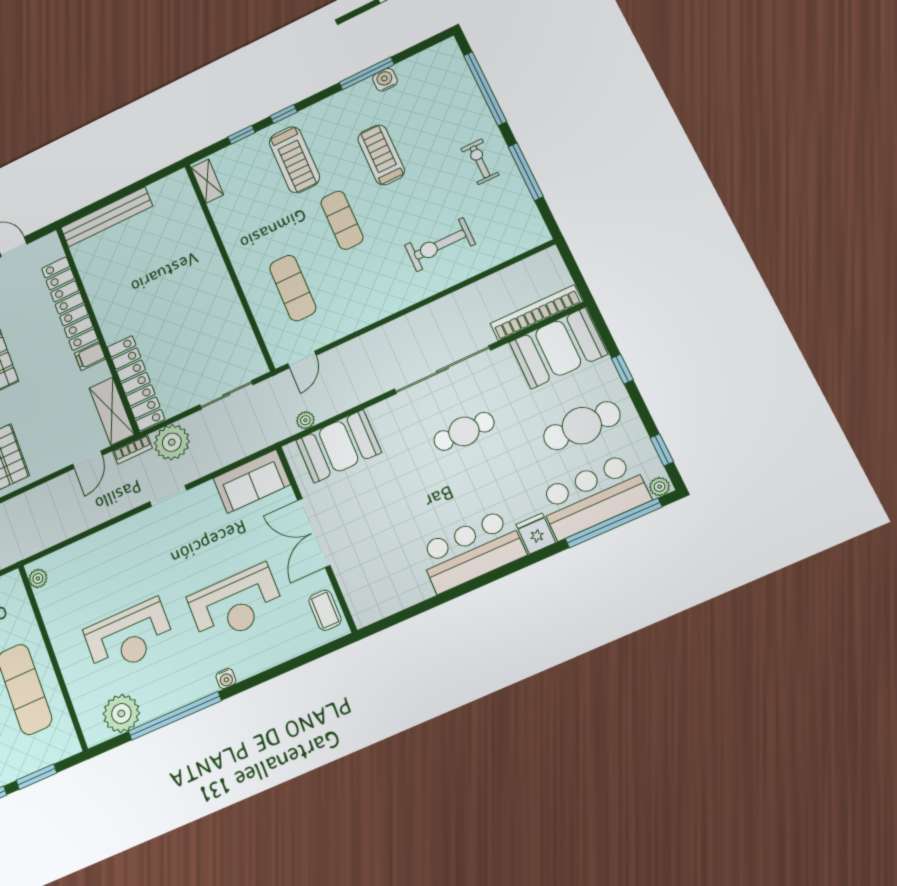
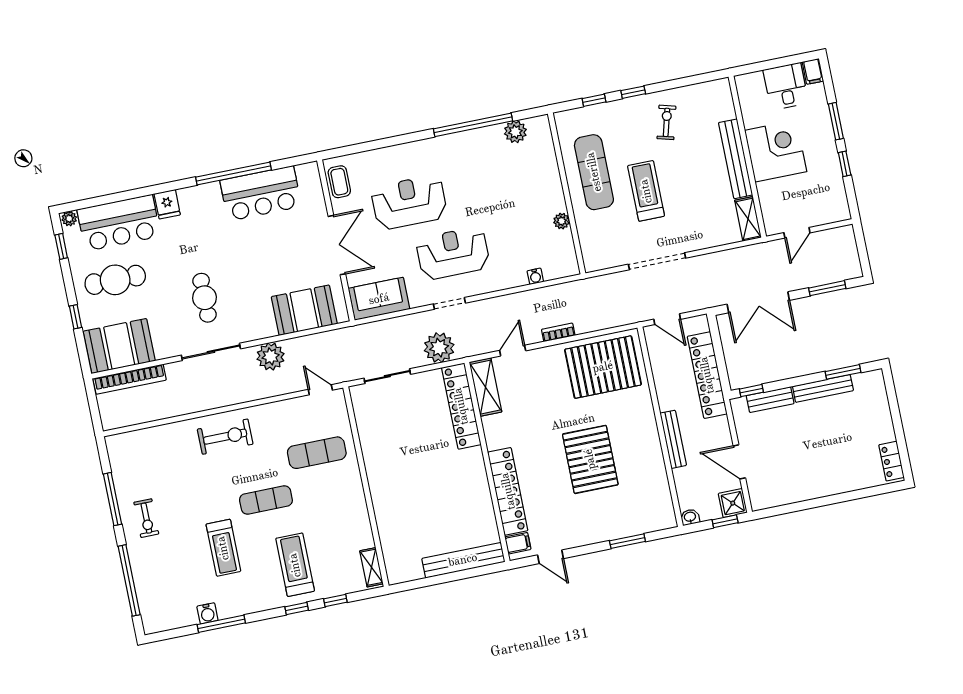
exercise mat: (342, 220) -> (266, 500), turned 90
exercise bike: (440, 245) -> (225, 437), moved
exercise mat: (293, 288) -> (317, 453), turned 90
filing cabinet: (90, 356) -> (518, 543), moved
door: (302, 360) -> (320, 390), hinge flipped
sliding door: (442, 370) -> (211, 352), width x0.73
plant: (305, 420) -> (271, 356), moved, width x1.88, depth x1.88
cafe table: (464, 431) -> (205, 298), turned 90
bookcase: (133, 449) -> (558, 332), moved
window: (614, 523) -> (233, 174), moved
bar counter: (472, 551) -> (261, 193), moved
plant: (38, 578) -> (562, 221), moved
reception desk: (129, 637) -> (453, 253), moved
water cooler: (226, 679) -> (535, 276), moved, turned 180
plant: (121, 713) -> (515, 132), width x0.73, depth x0.73
window: (36, 777) -> (594, 100), width x0.67

